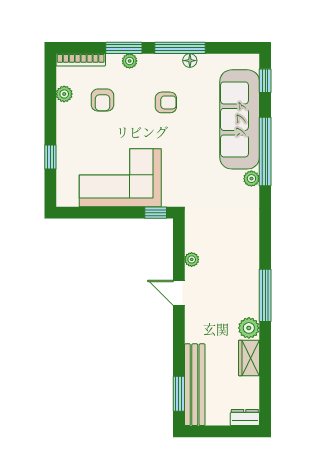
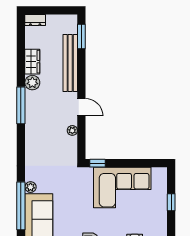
bench: (195, 385) -> (70, 63), moved

